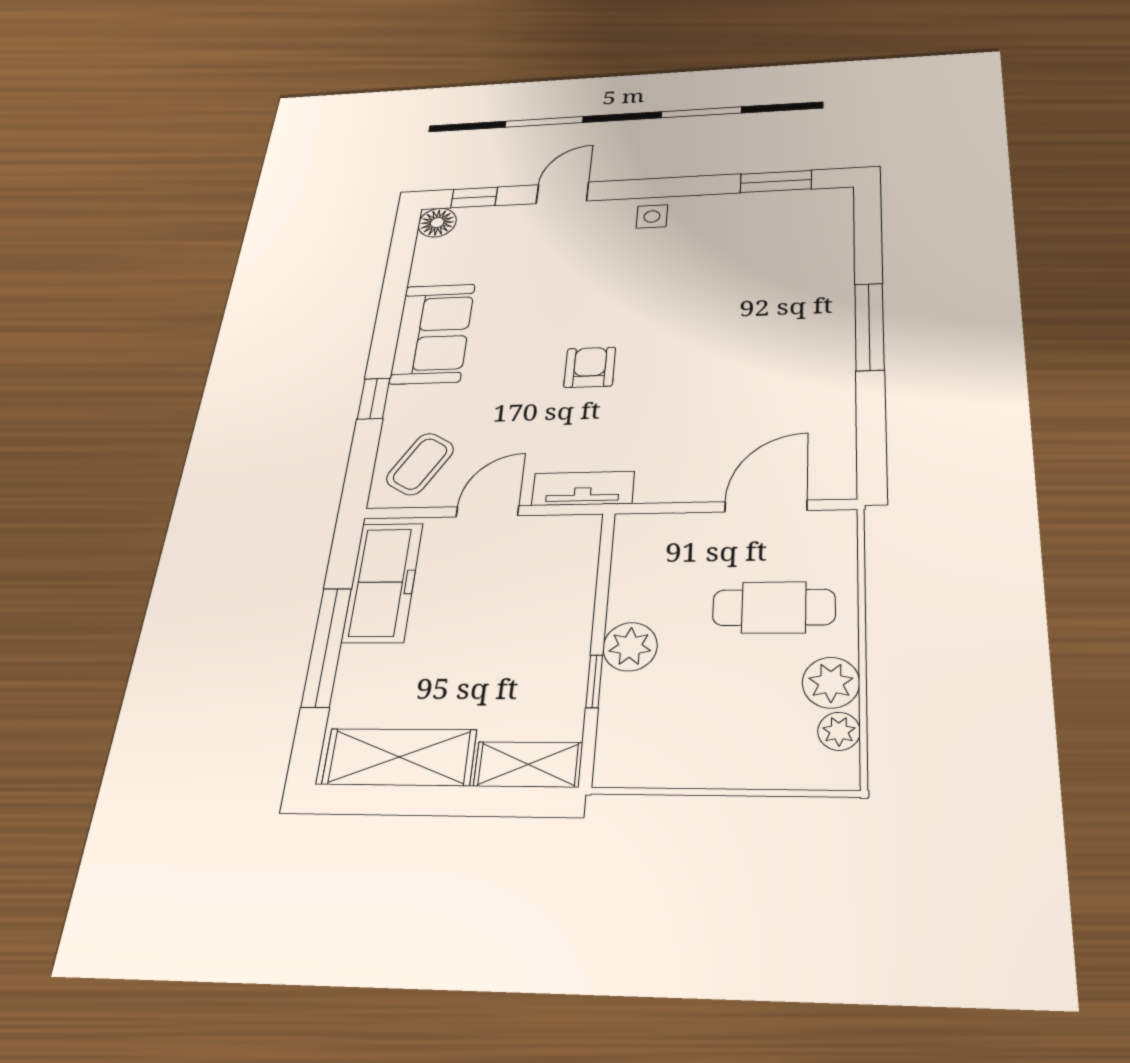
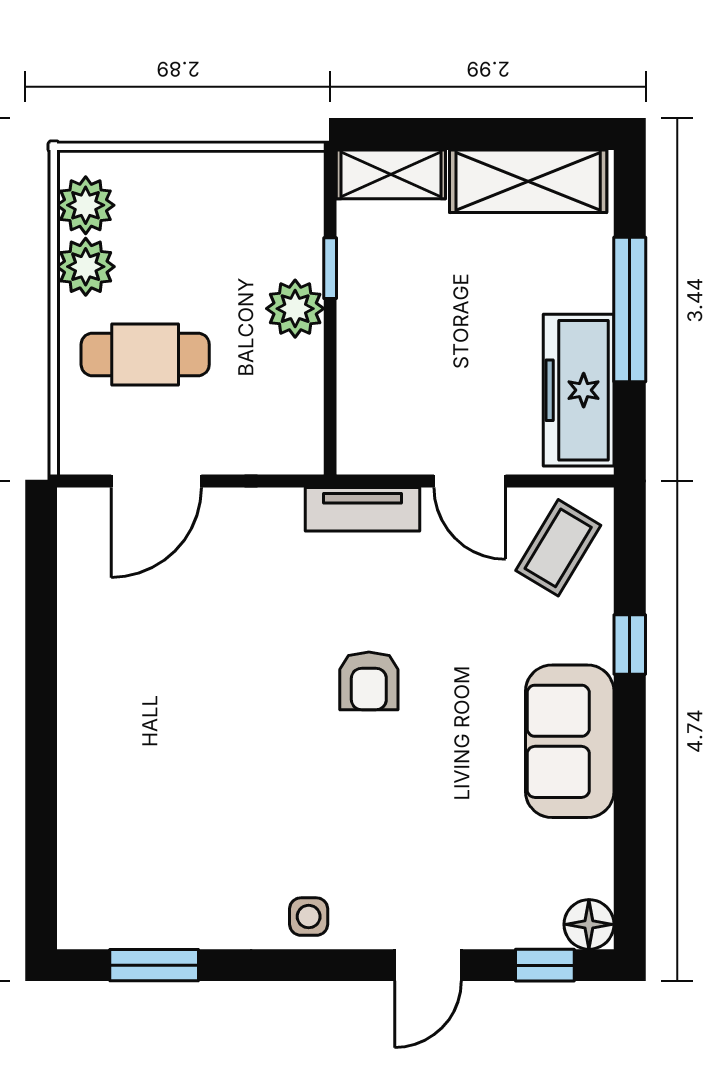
window: (869, 327) -> (41, 727), removed
door: (488, 511) -> (470, 481), hinge flipped
plant: (839, 731) -> (86, 205), width x1.38, depth x1.38

